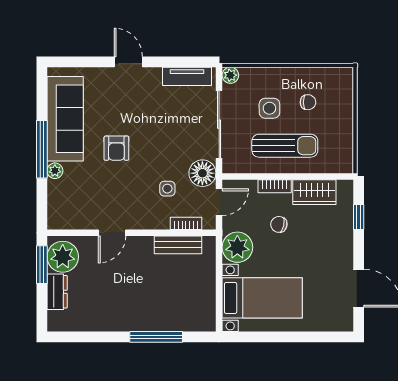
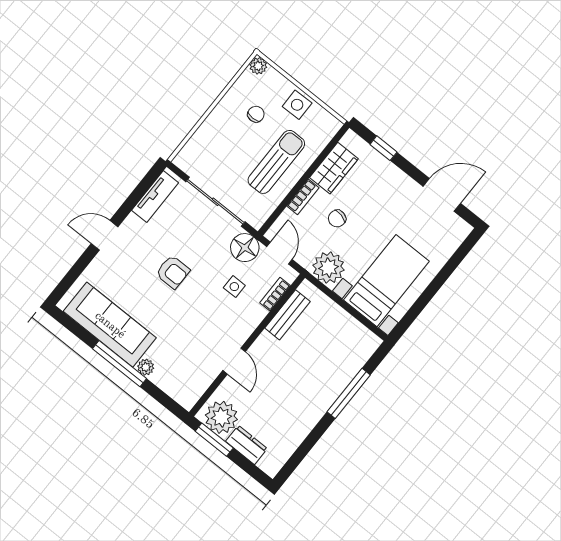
plant: (230, 75) -> (258, 66), moved
side table: (269, 108) -> (297, 105), moved
armchair: (116, 148) -> (173, 272), moved

